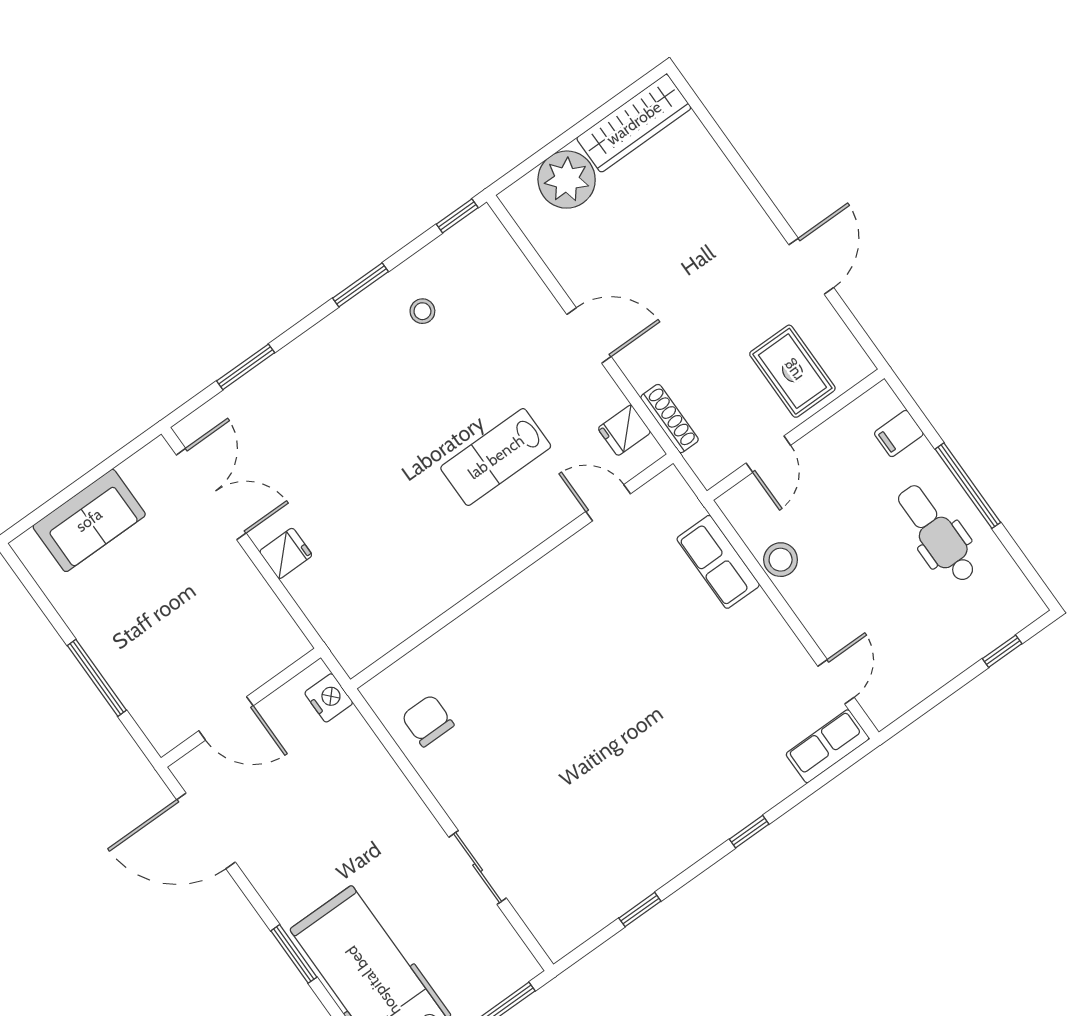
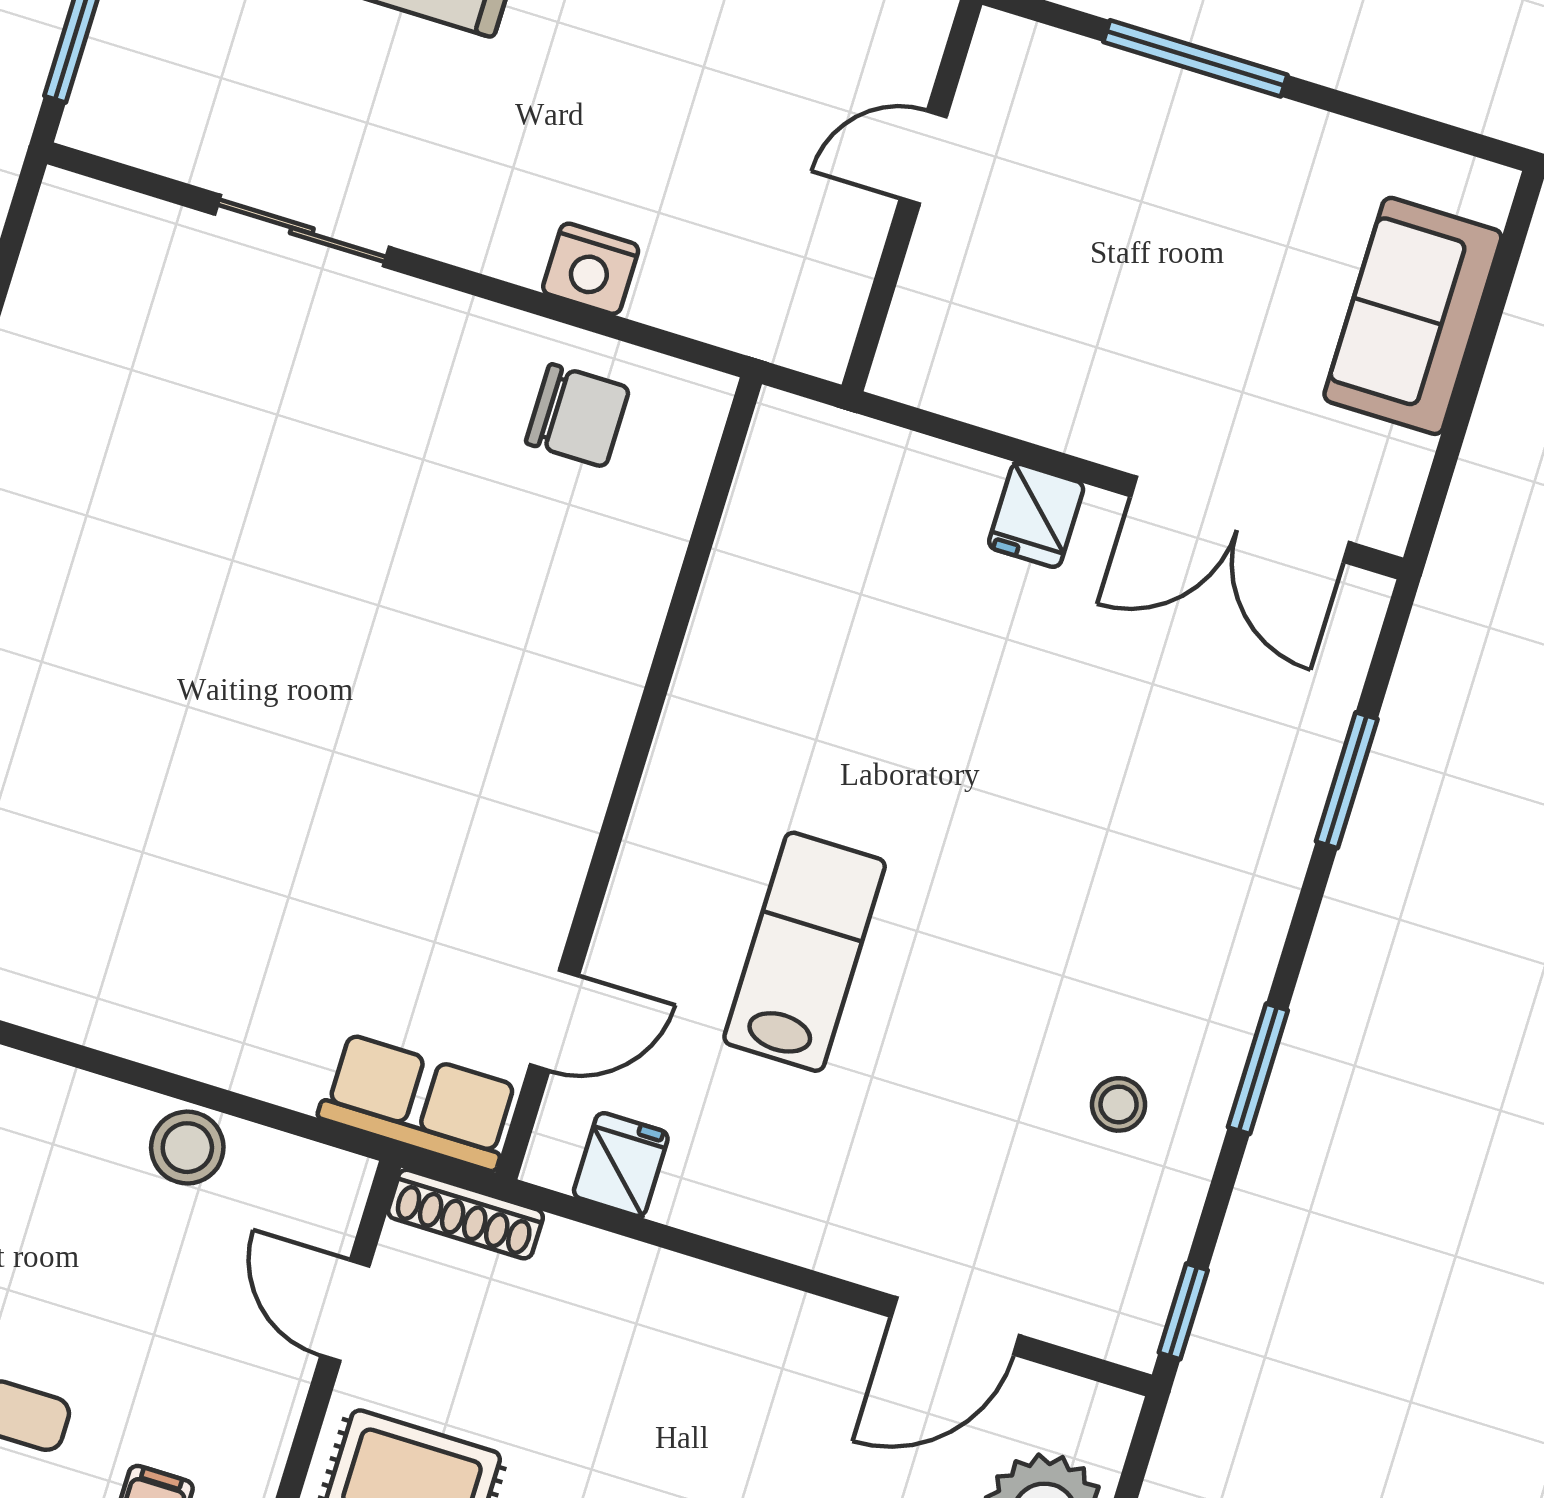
door: (589, 335) -> (955, 1326), moved
shoe rack: (670, 419) -> (465, 1214), moved
row of seats: (718, 562) -> (419, 1102), moved
nightstand: (329, 698) -> (591, 269), moved
door: (226, 718) -> (923, 157), width x0.73

